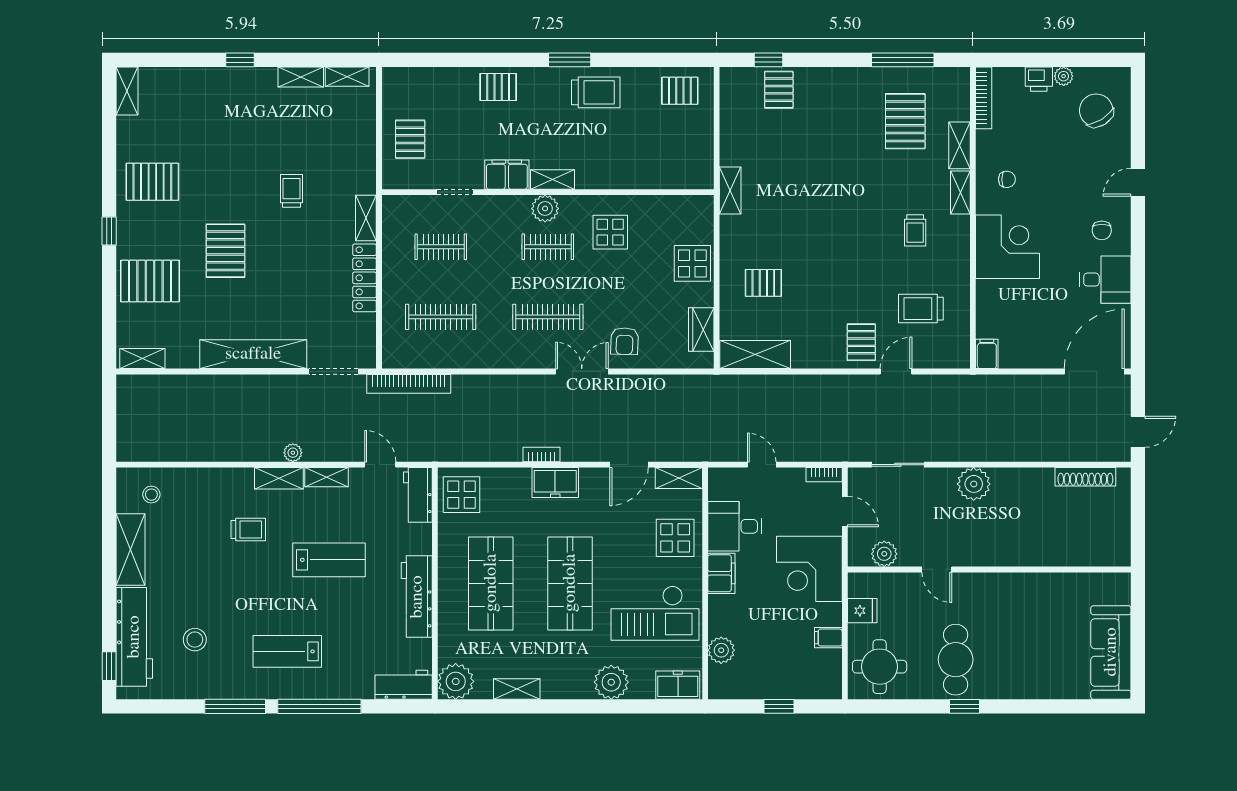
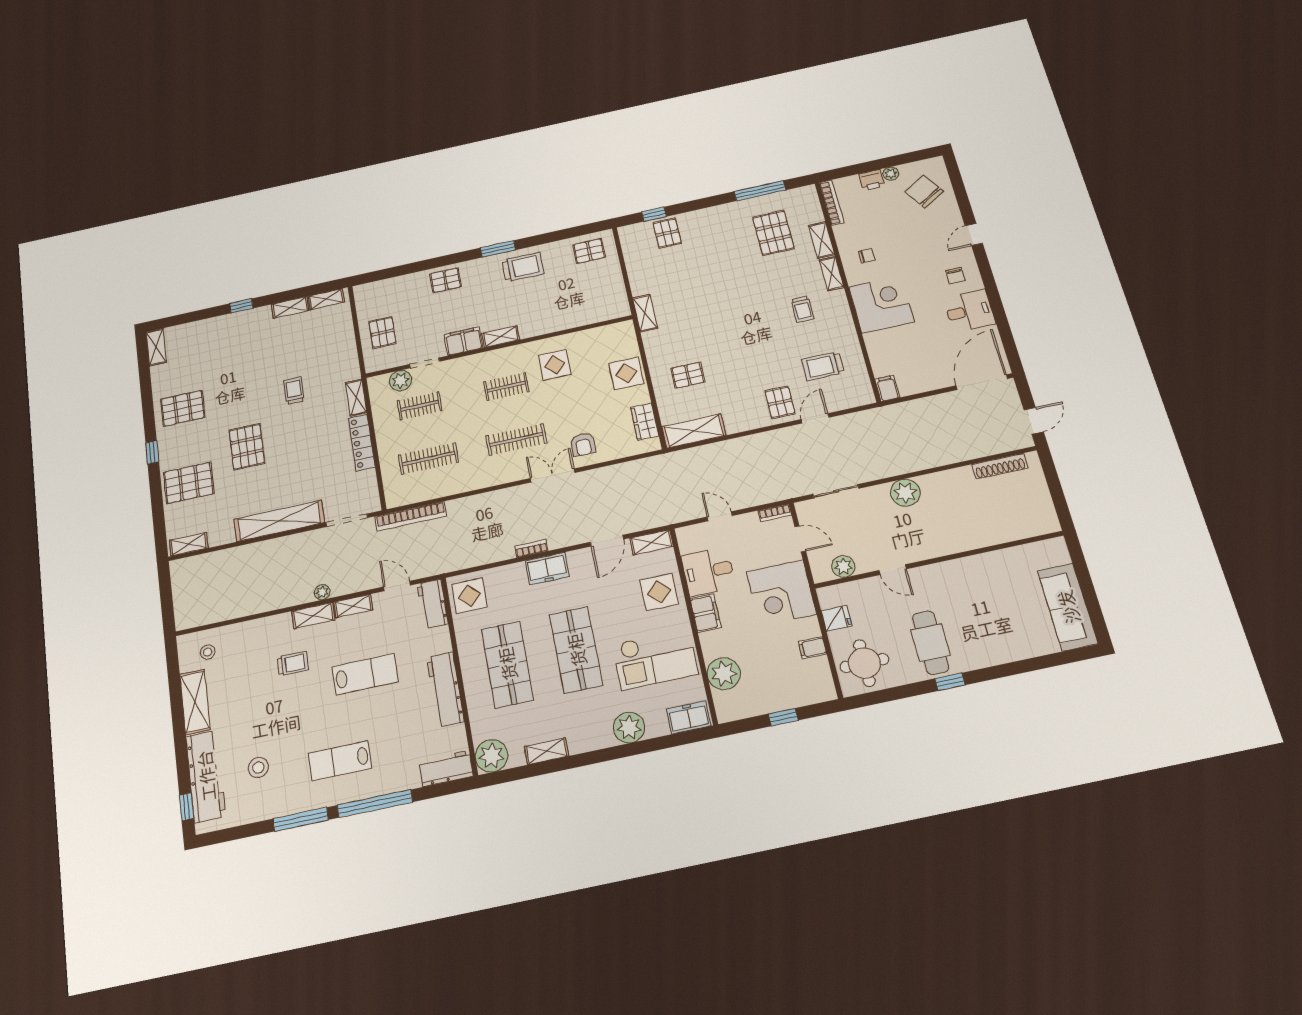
plant: (545, 209) -> (401, 381), moved
plant: (721, 650) -> (724, 674), width x1.36, depth x1.36

